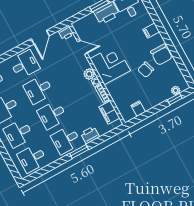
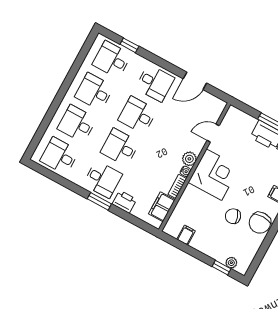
printer: (66, 33) -> (218, 105), removed
door: (82, 47) -> (213, 133), swing flipped
desk: (66, 140) -> (103, 179), turned 180

